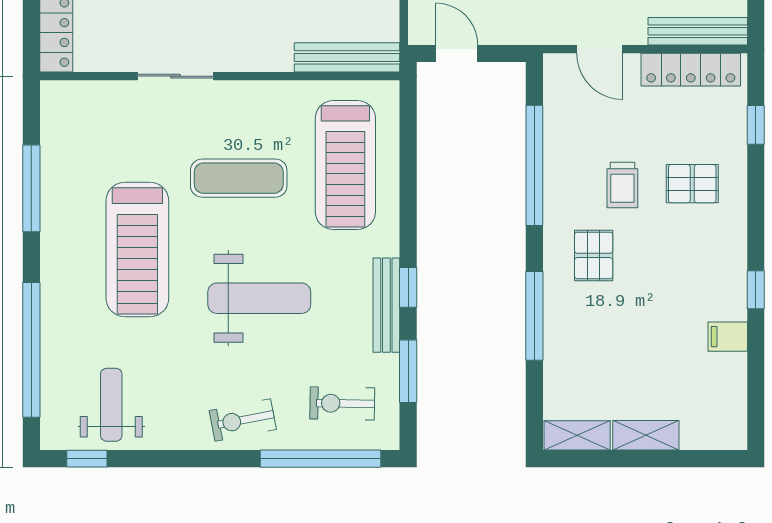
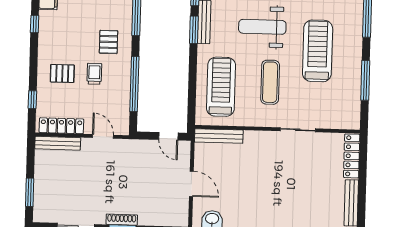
exercise mat: (239, 178) -> (270, 82), turned 90
window: (408, 287) -> (194, 30), width x1.50

